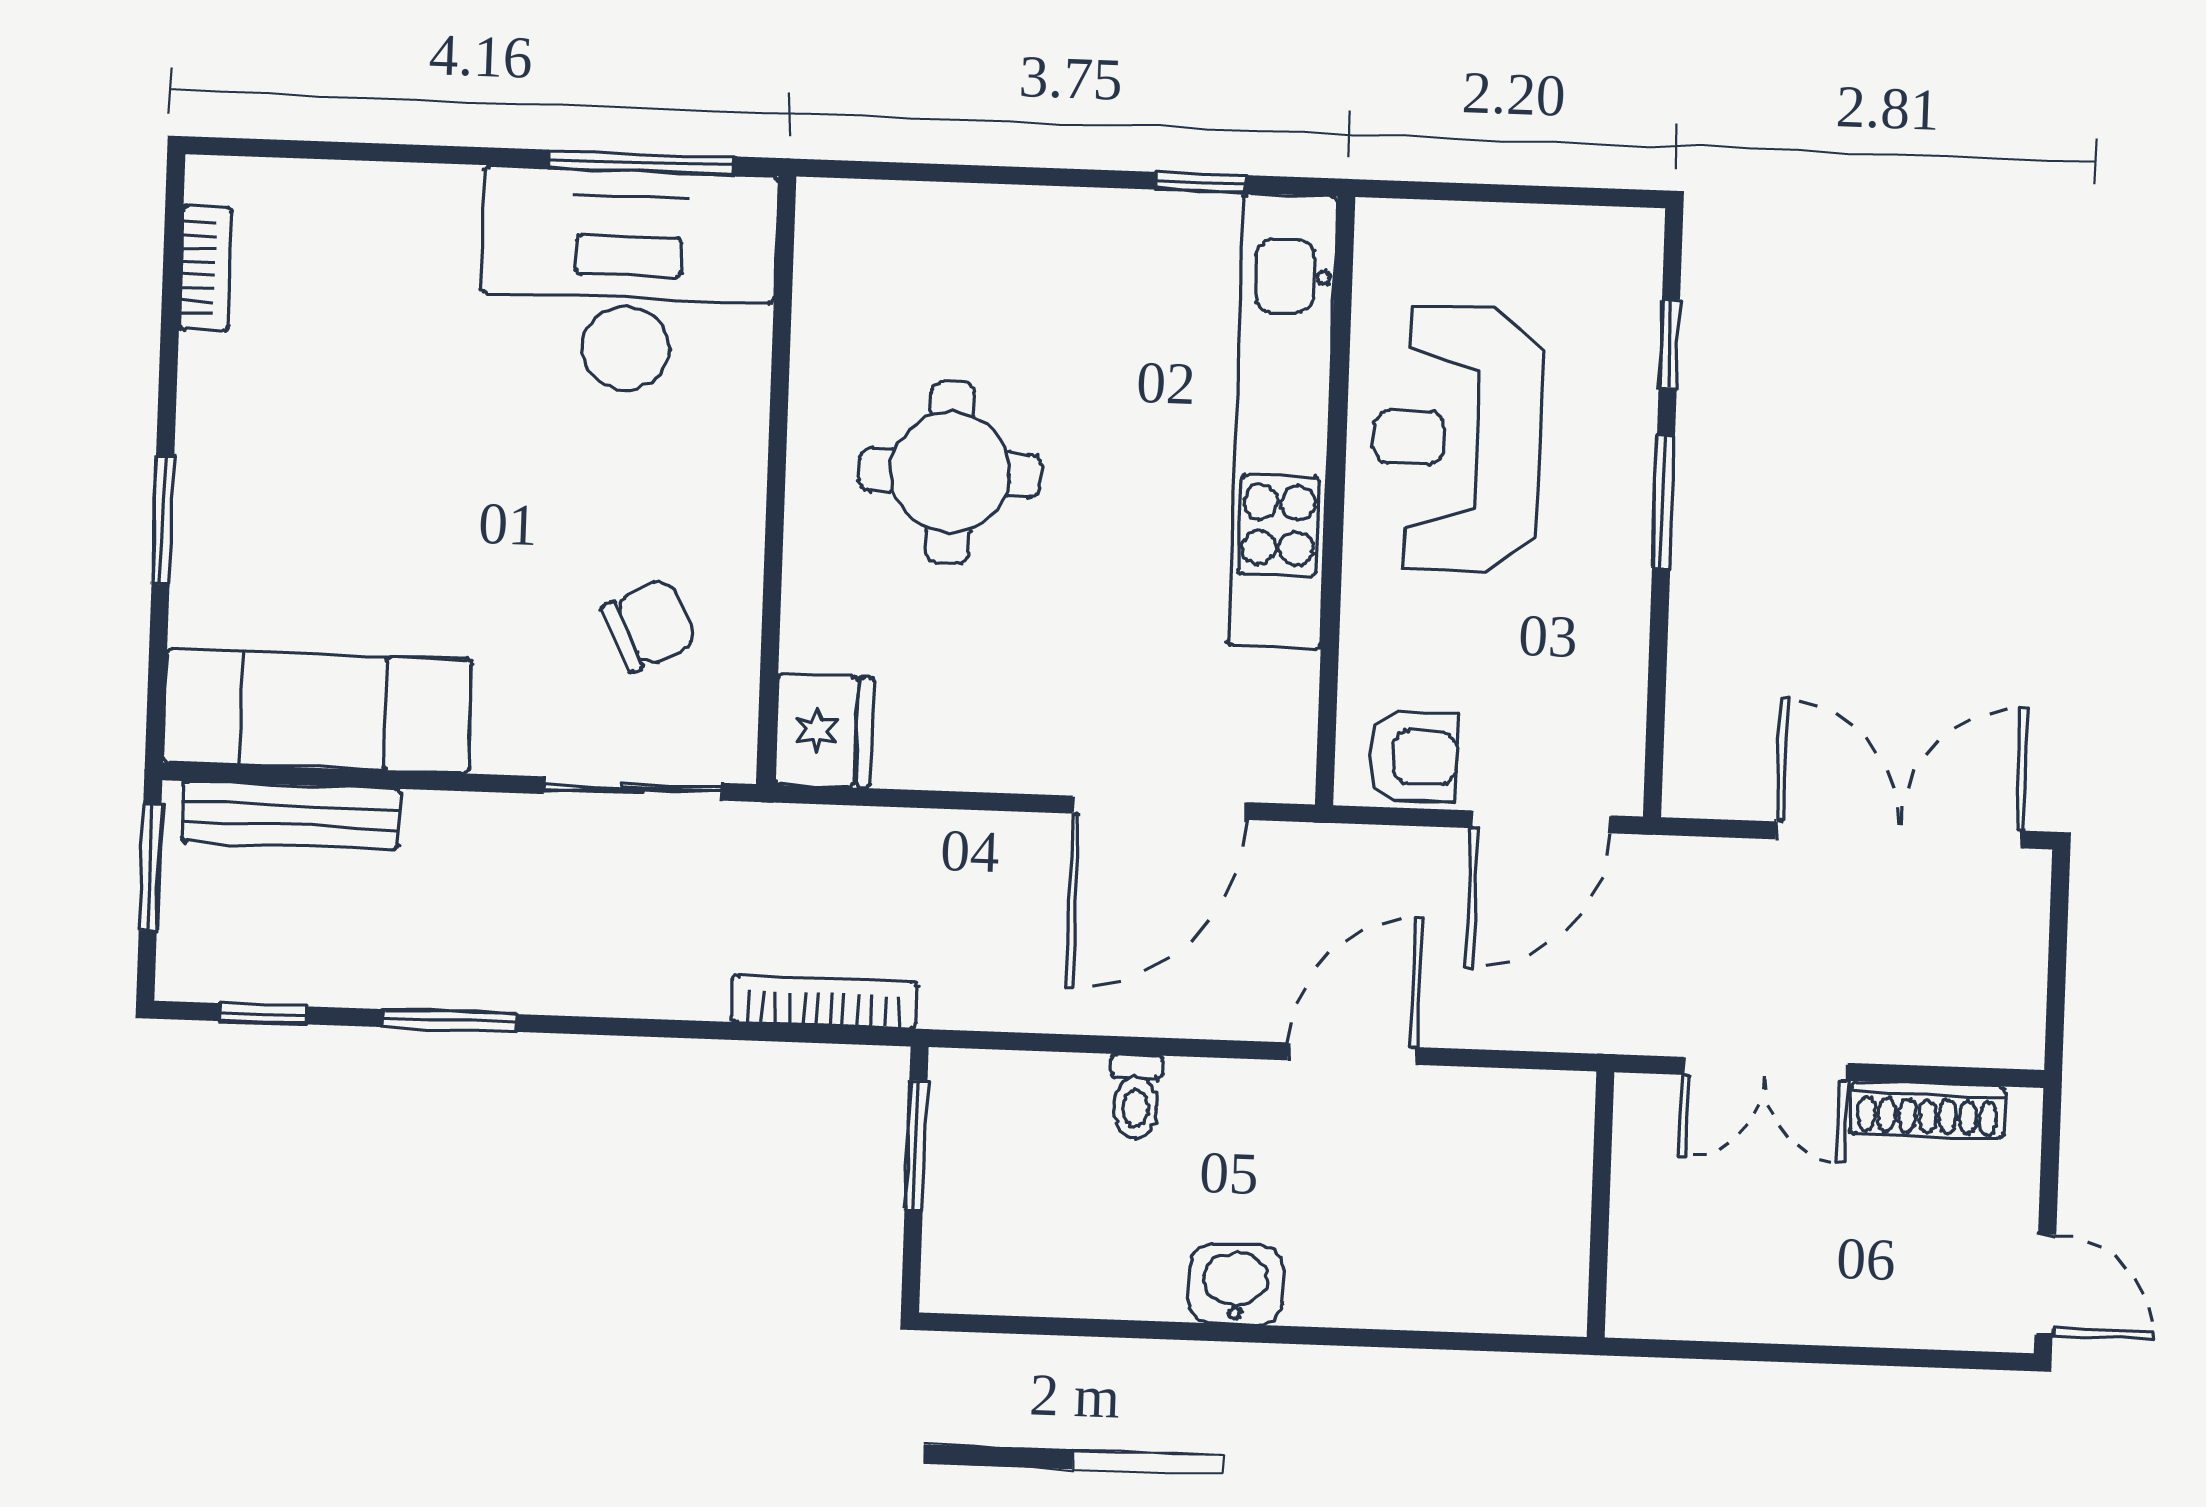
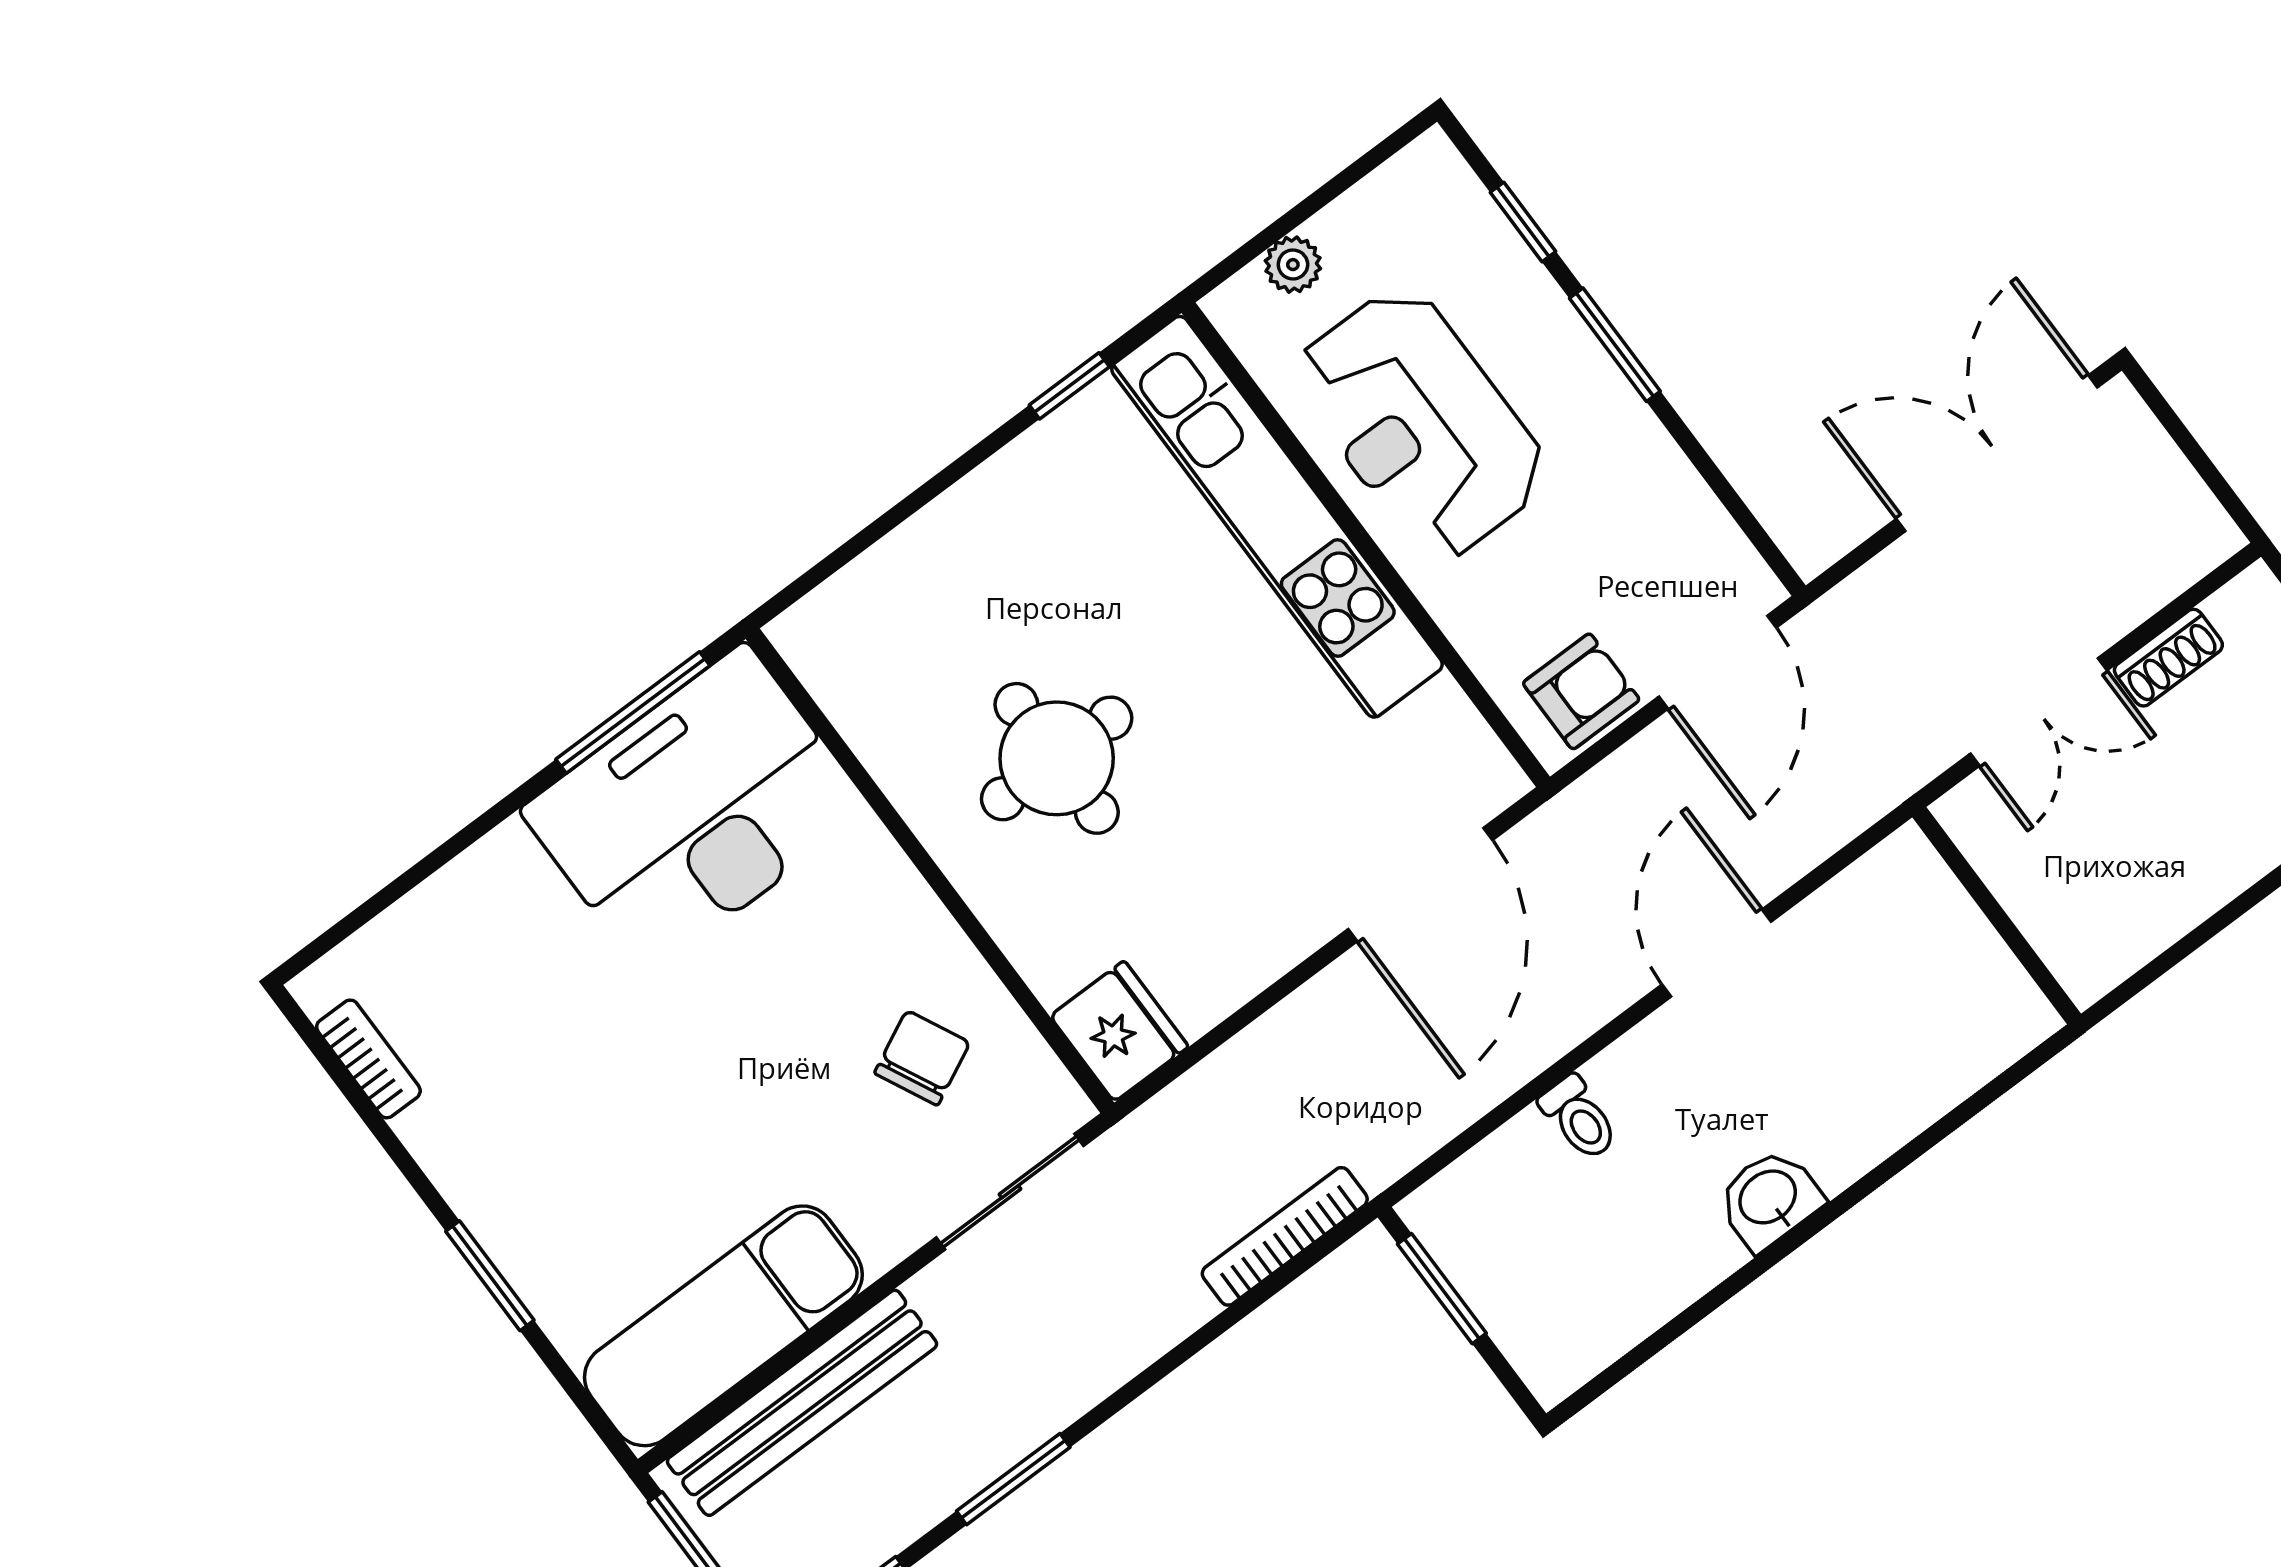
plant: (1458, 230) -> (1293, 265), added
bench: (291, 815) -> (802, 1403), width x1.37, depth x1.21
shoe rack: (1927, 1110) -> (2168, 658), width x0.70

